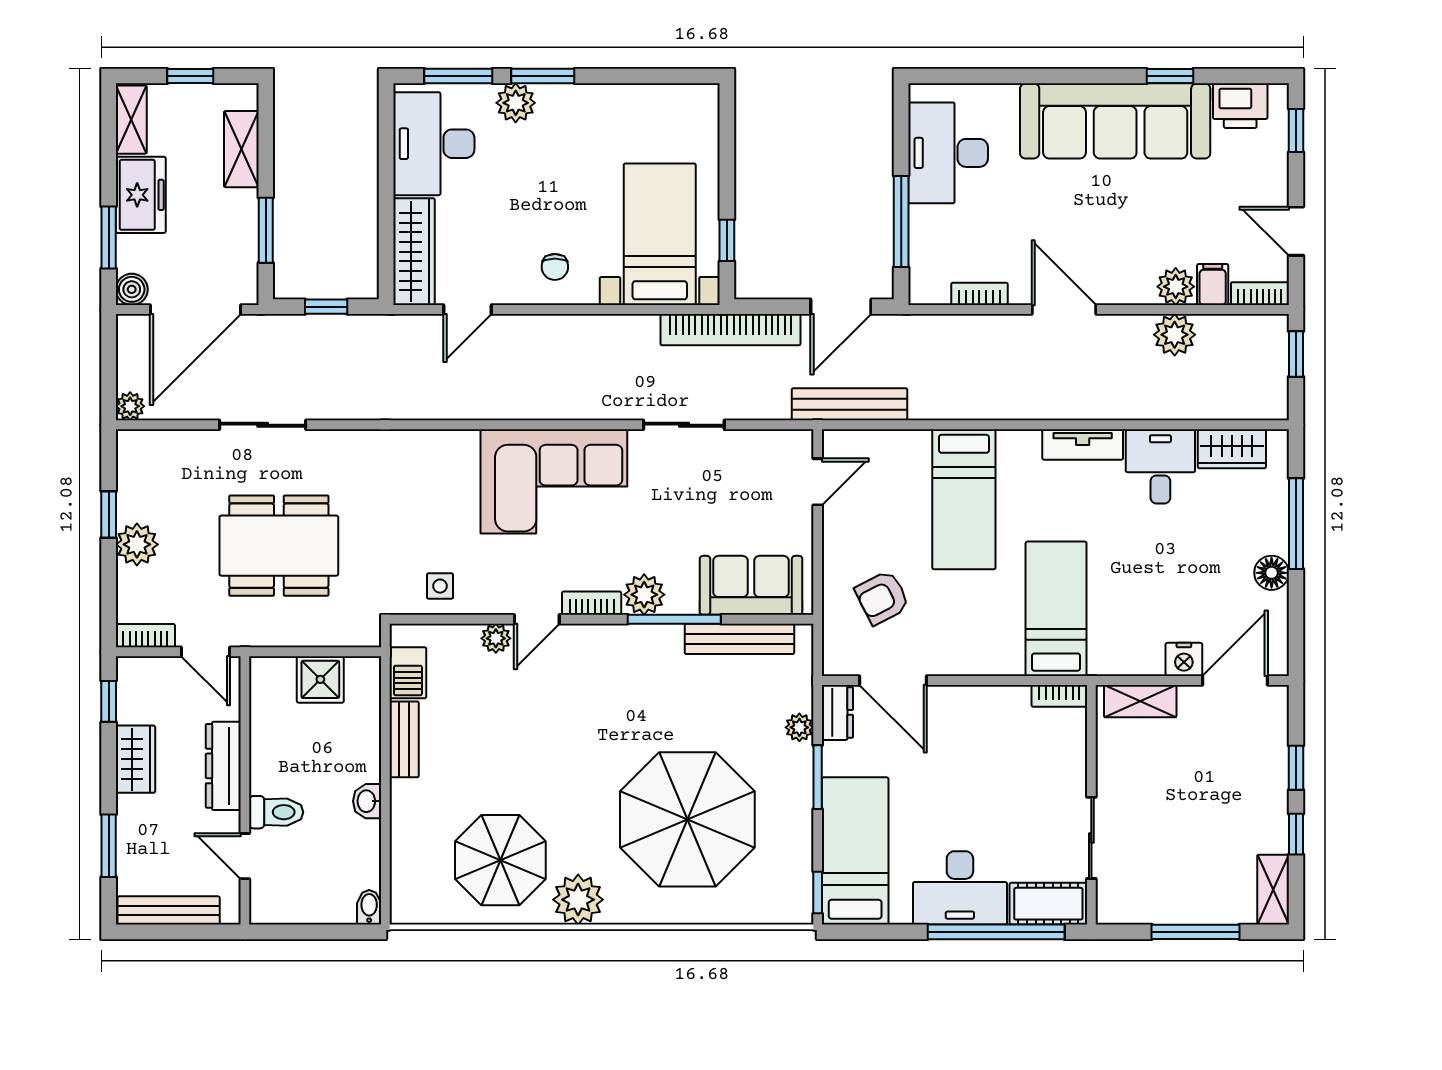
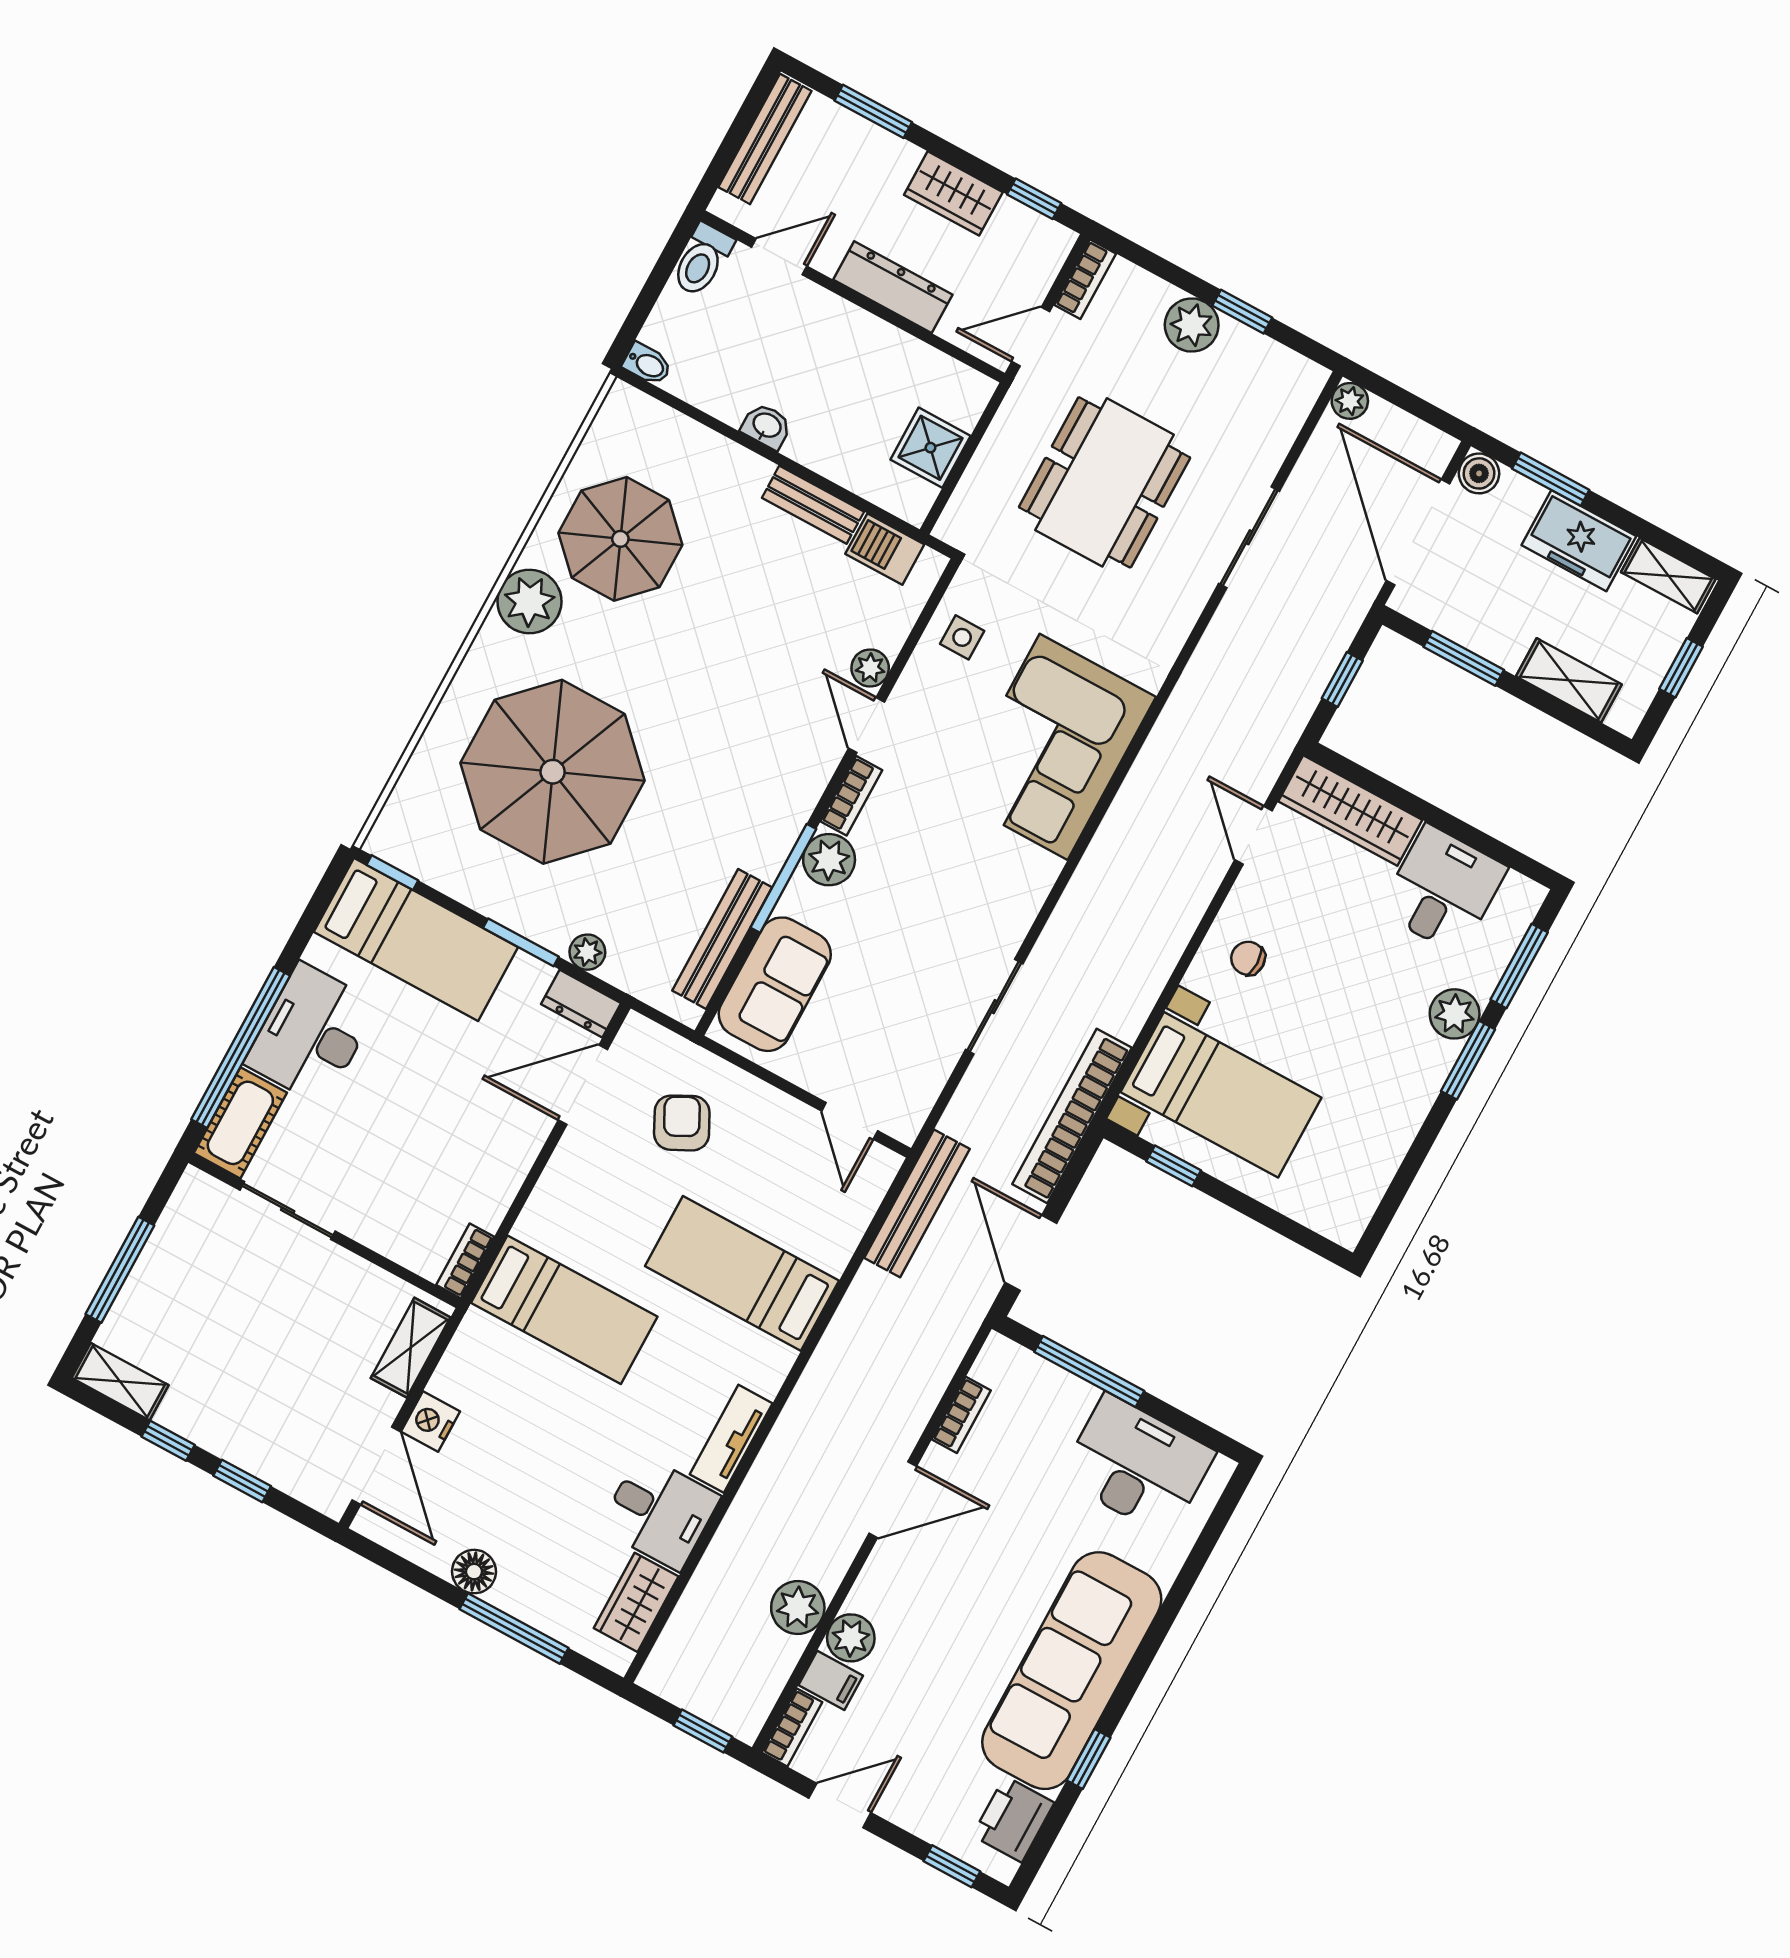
desk: (434, 144) -> (1443, 889), width x0.73
corner sofa: (554, 481) -> (1054, 747), moved
toilet: (276, 812) -> (702, 260), moved

